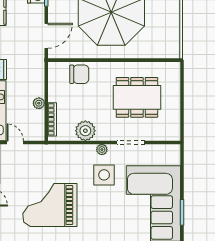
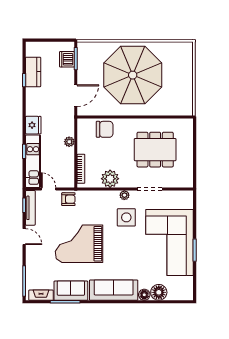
plant: (39, 103) -> (69, 142), moved
armchair: (38, 154) -> (68, 199), added

